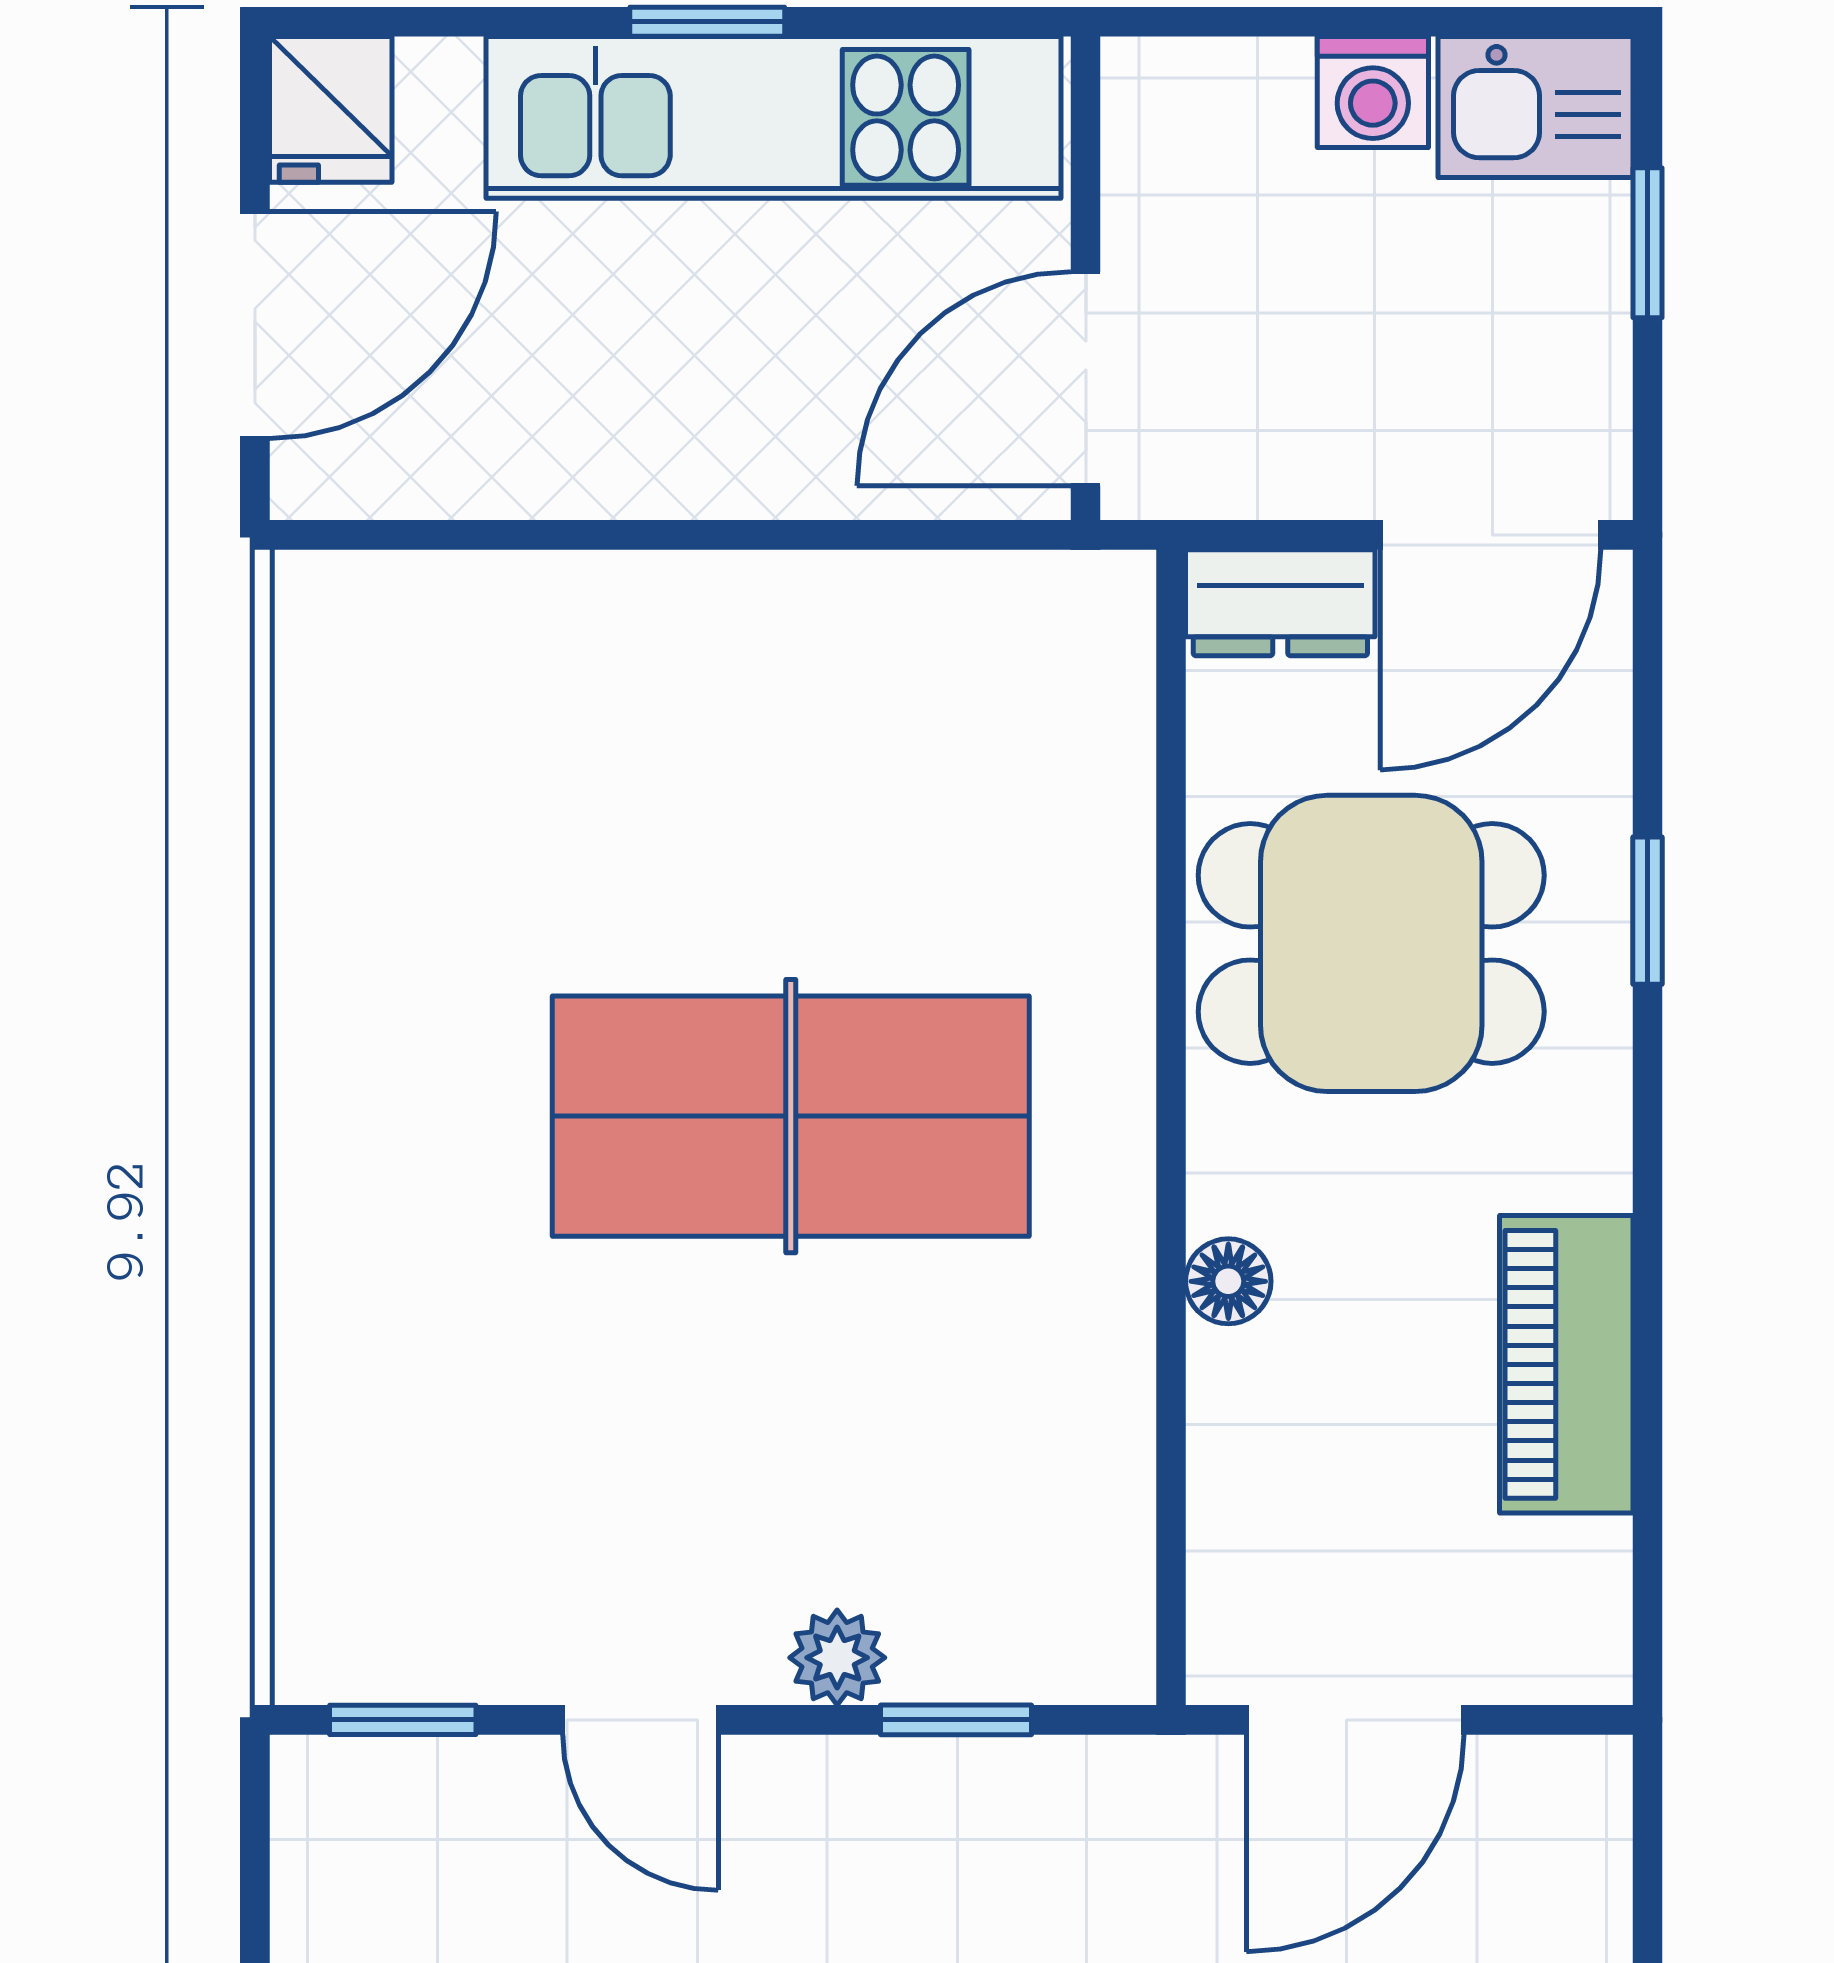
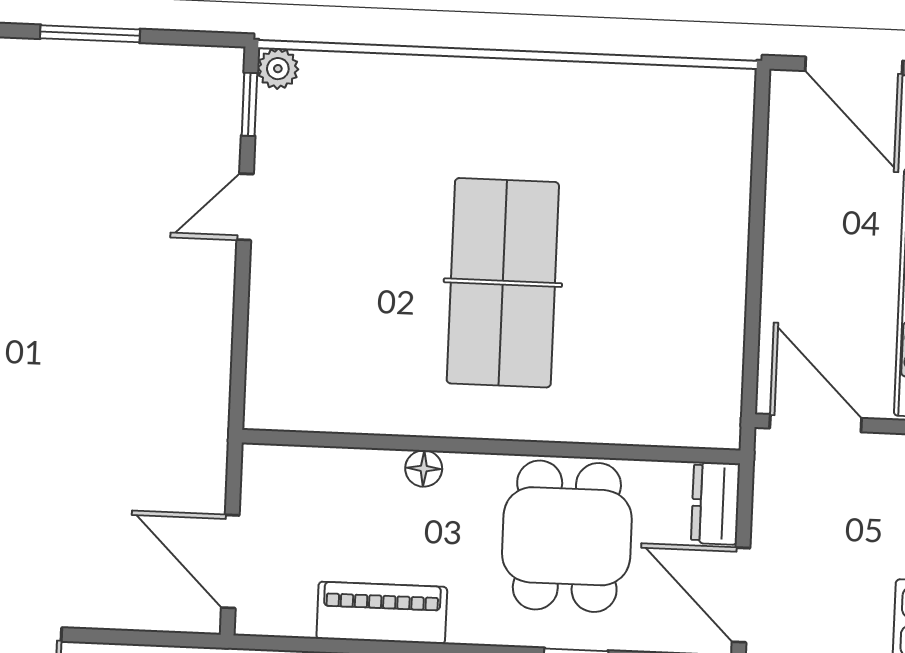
plant: (837, 1658) -> (278, 69), moved
window: (956, 1720) -> (239, 343), removed
door: (1355, 1720) -> (230, 562), moved

